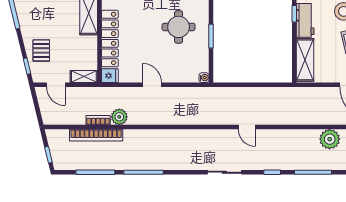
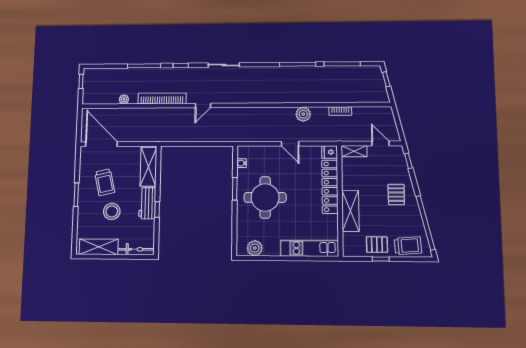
round table: (179, 27) -> (265, 197), width x1.36, depth x1.36
pallet: (41, 50) -> (396, 195), moved
water cooler: (204, 78) -> (242, 163), moved
plant: (119, 117) -> (303, 114), moved
door: (247, 127) -> (203, 105), swing flipped
bookcase: (96, 135) -> (162, 98), moved
plant: (330, 139) -> (124, 99), width x0.53, depth x0.53

